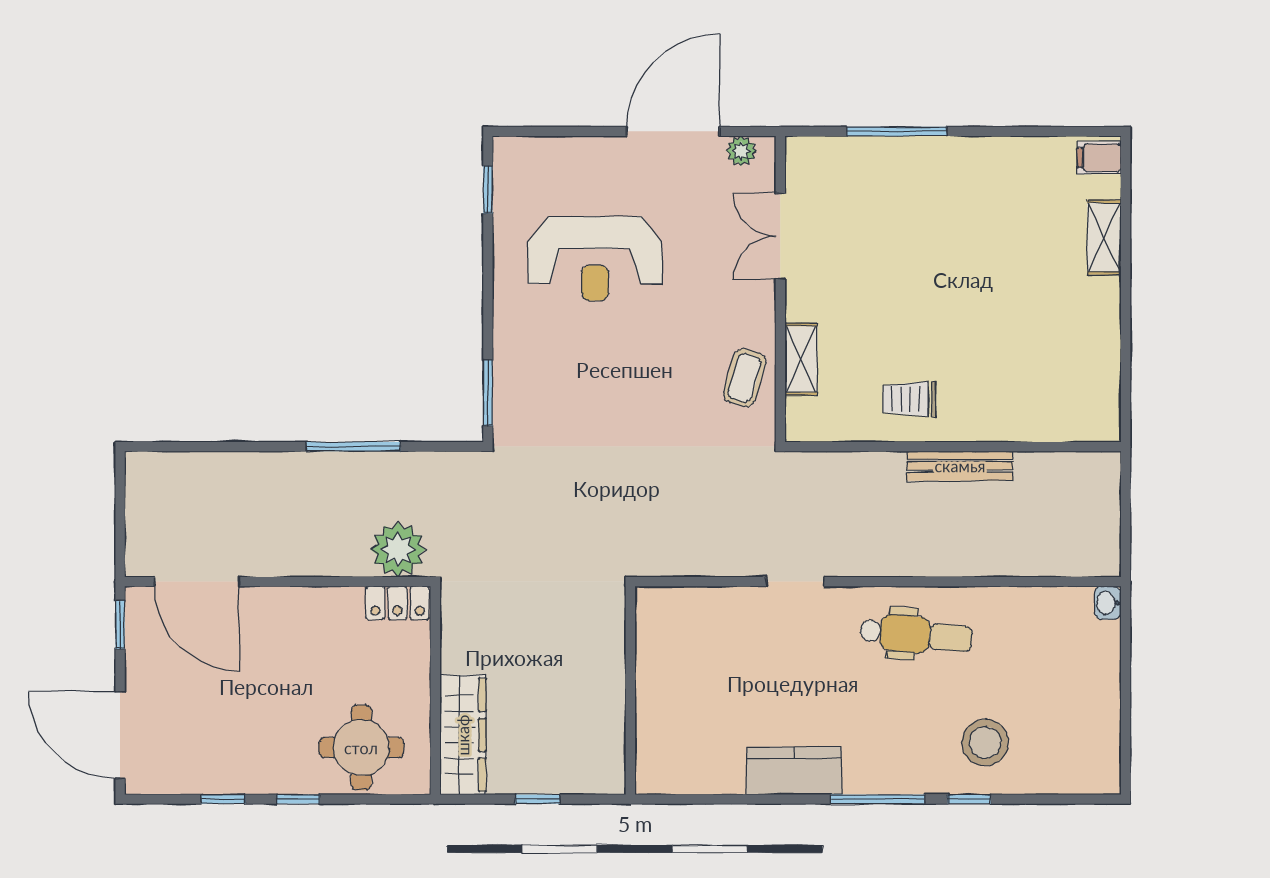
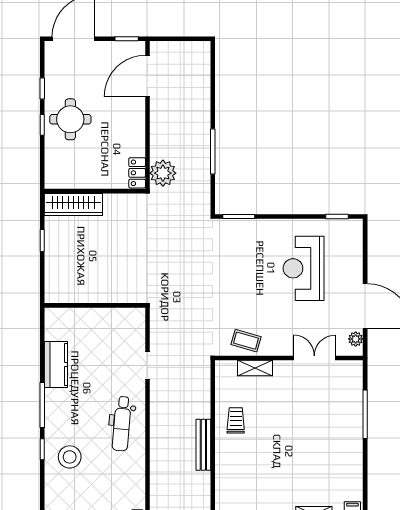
wall: (630, 690) -> (95, 305), moved
round table: (361, 748) -> (70, 119), moved

